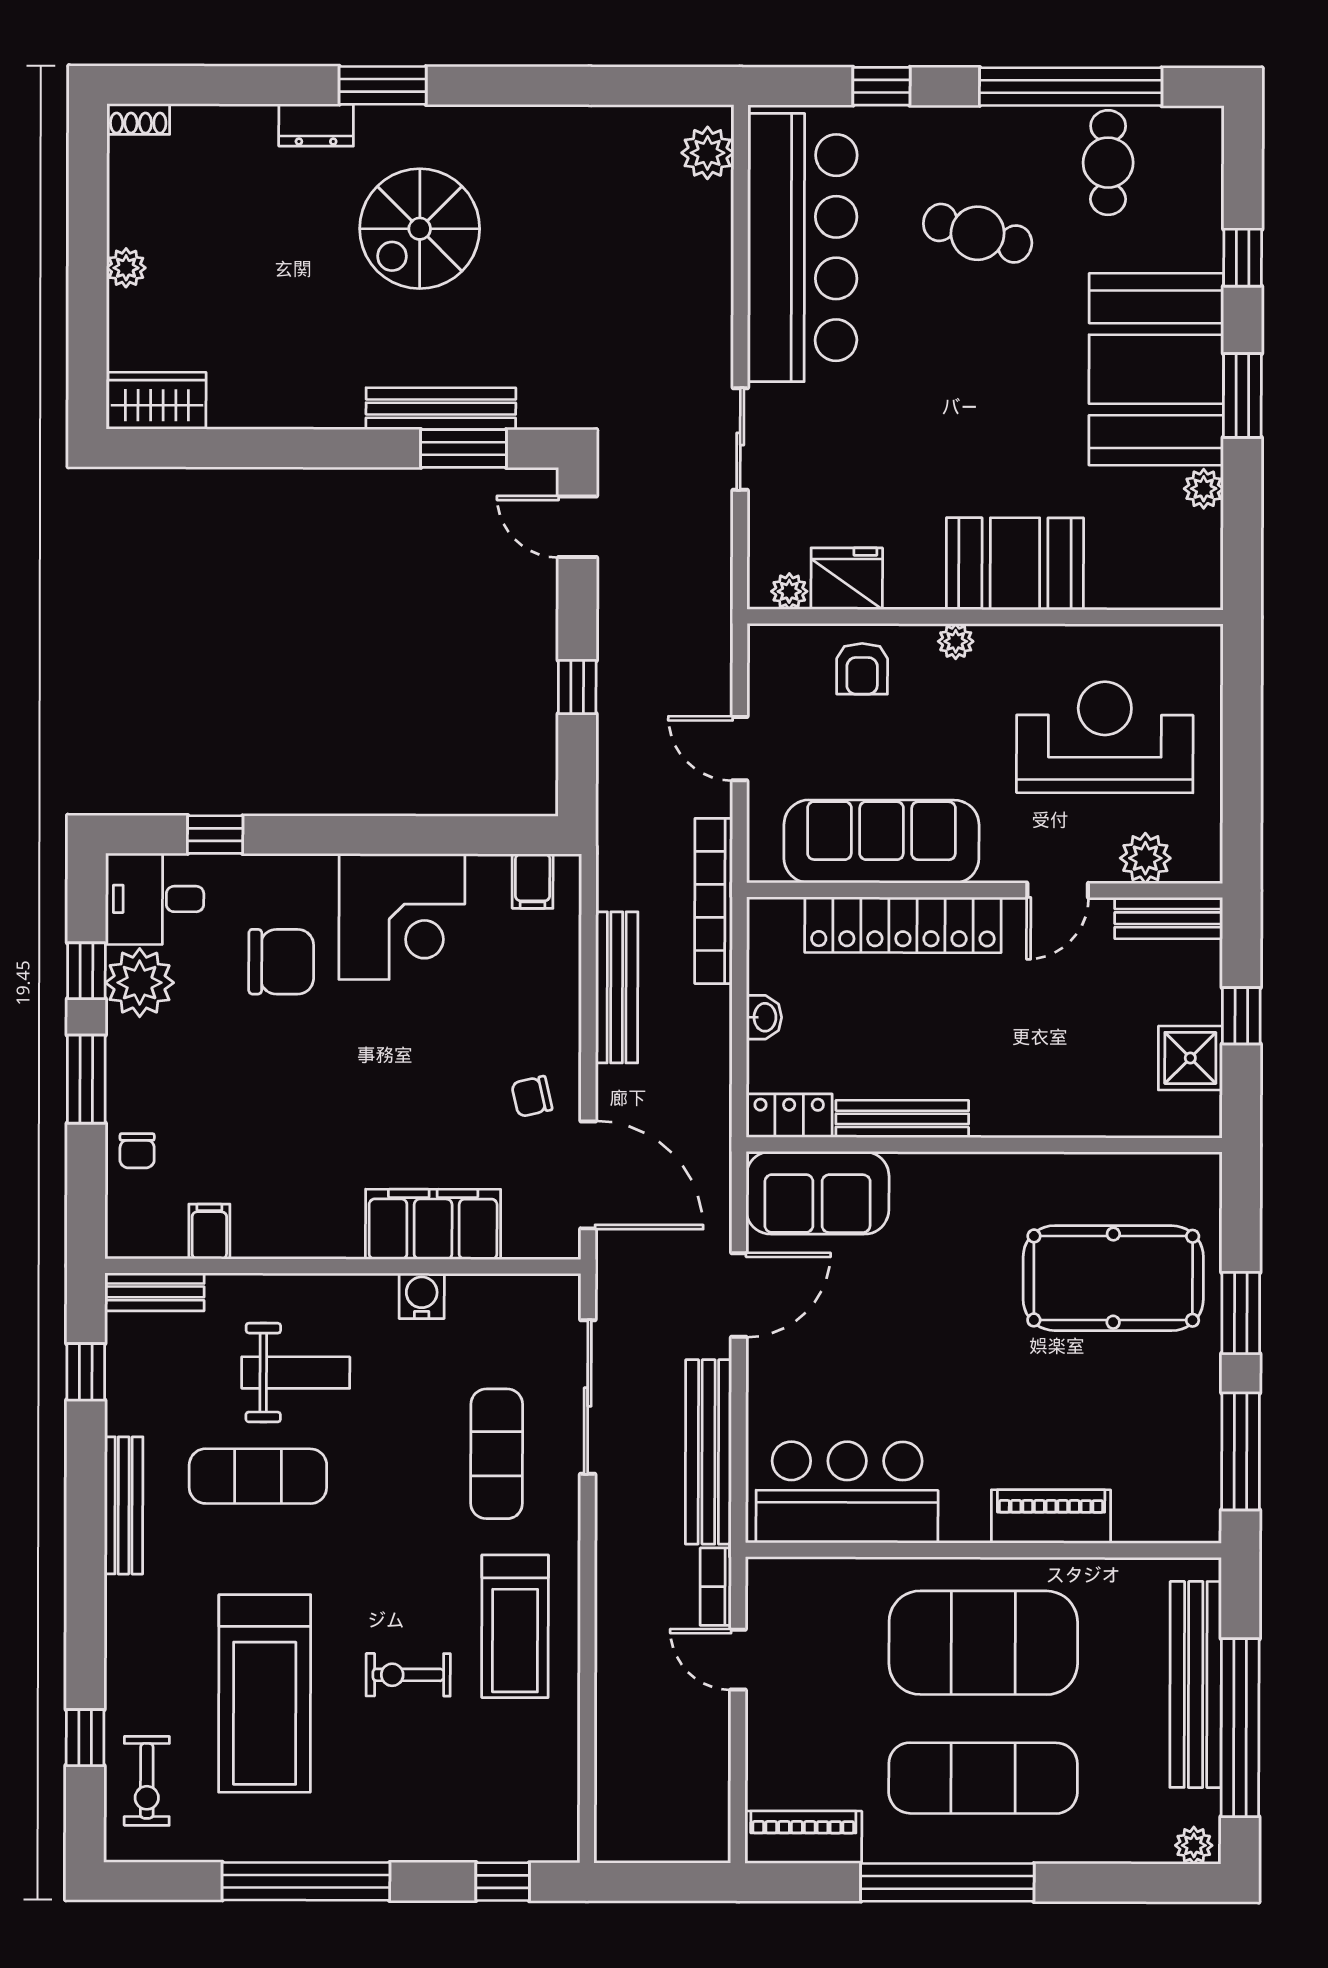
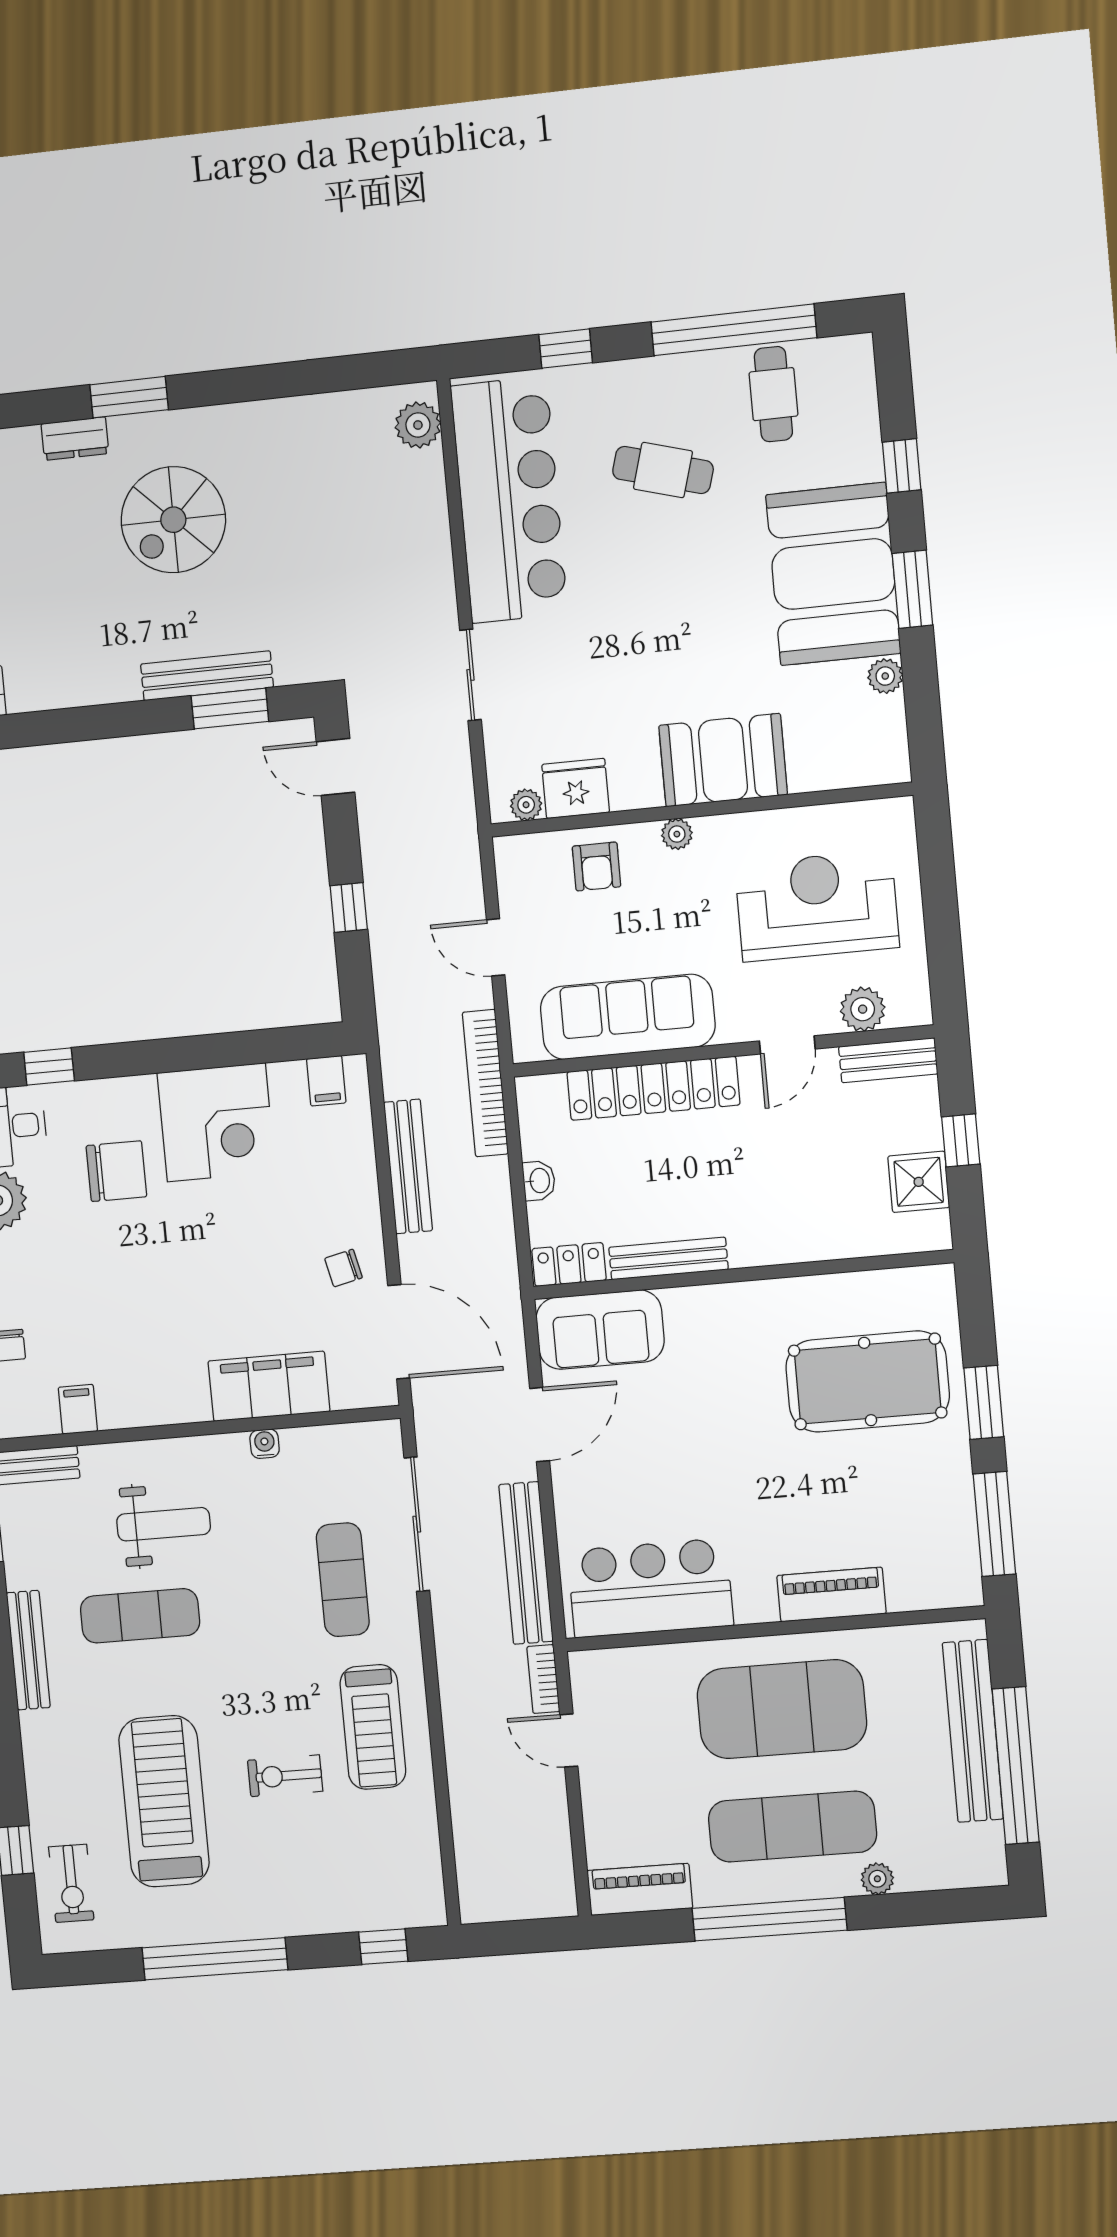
water cooler: (422, 1296) -> (265, 1444), width x0.72, depth x0.72
treadmill: (265, 1694) -> (164, 1801), turned 180
plant: (1194, 1845) -> (877, 1879), moved

